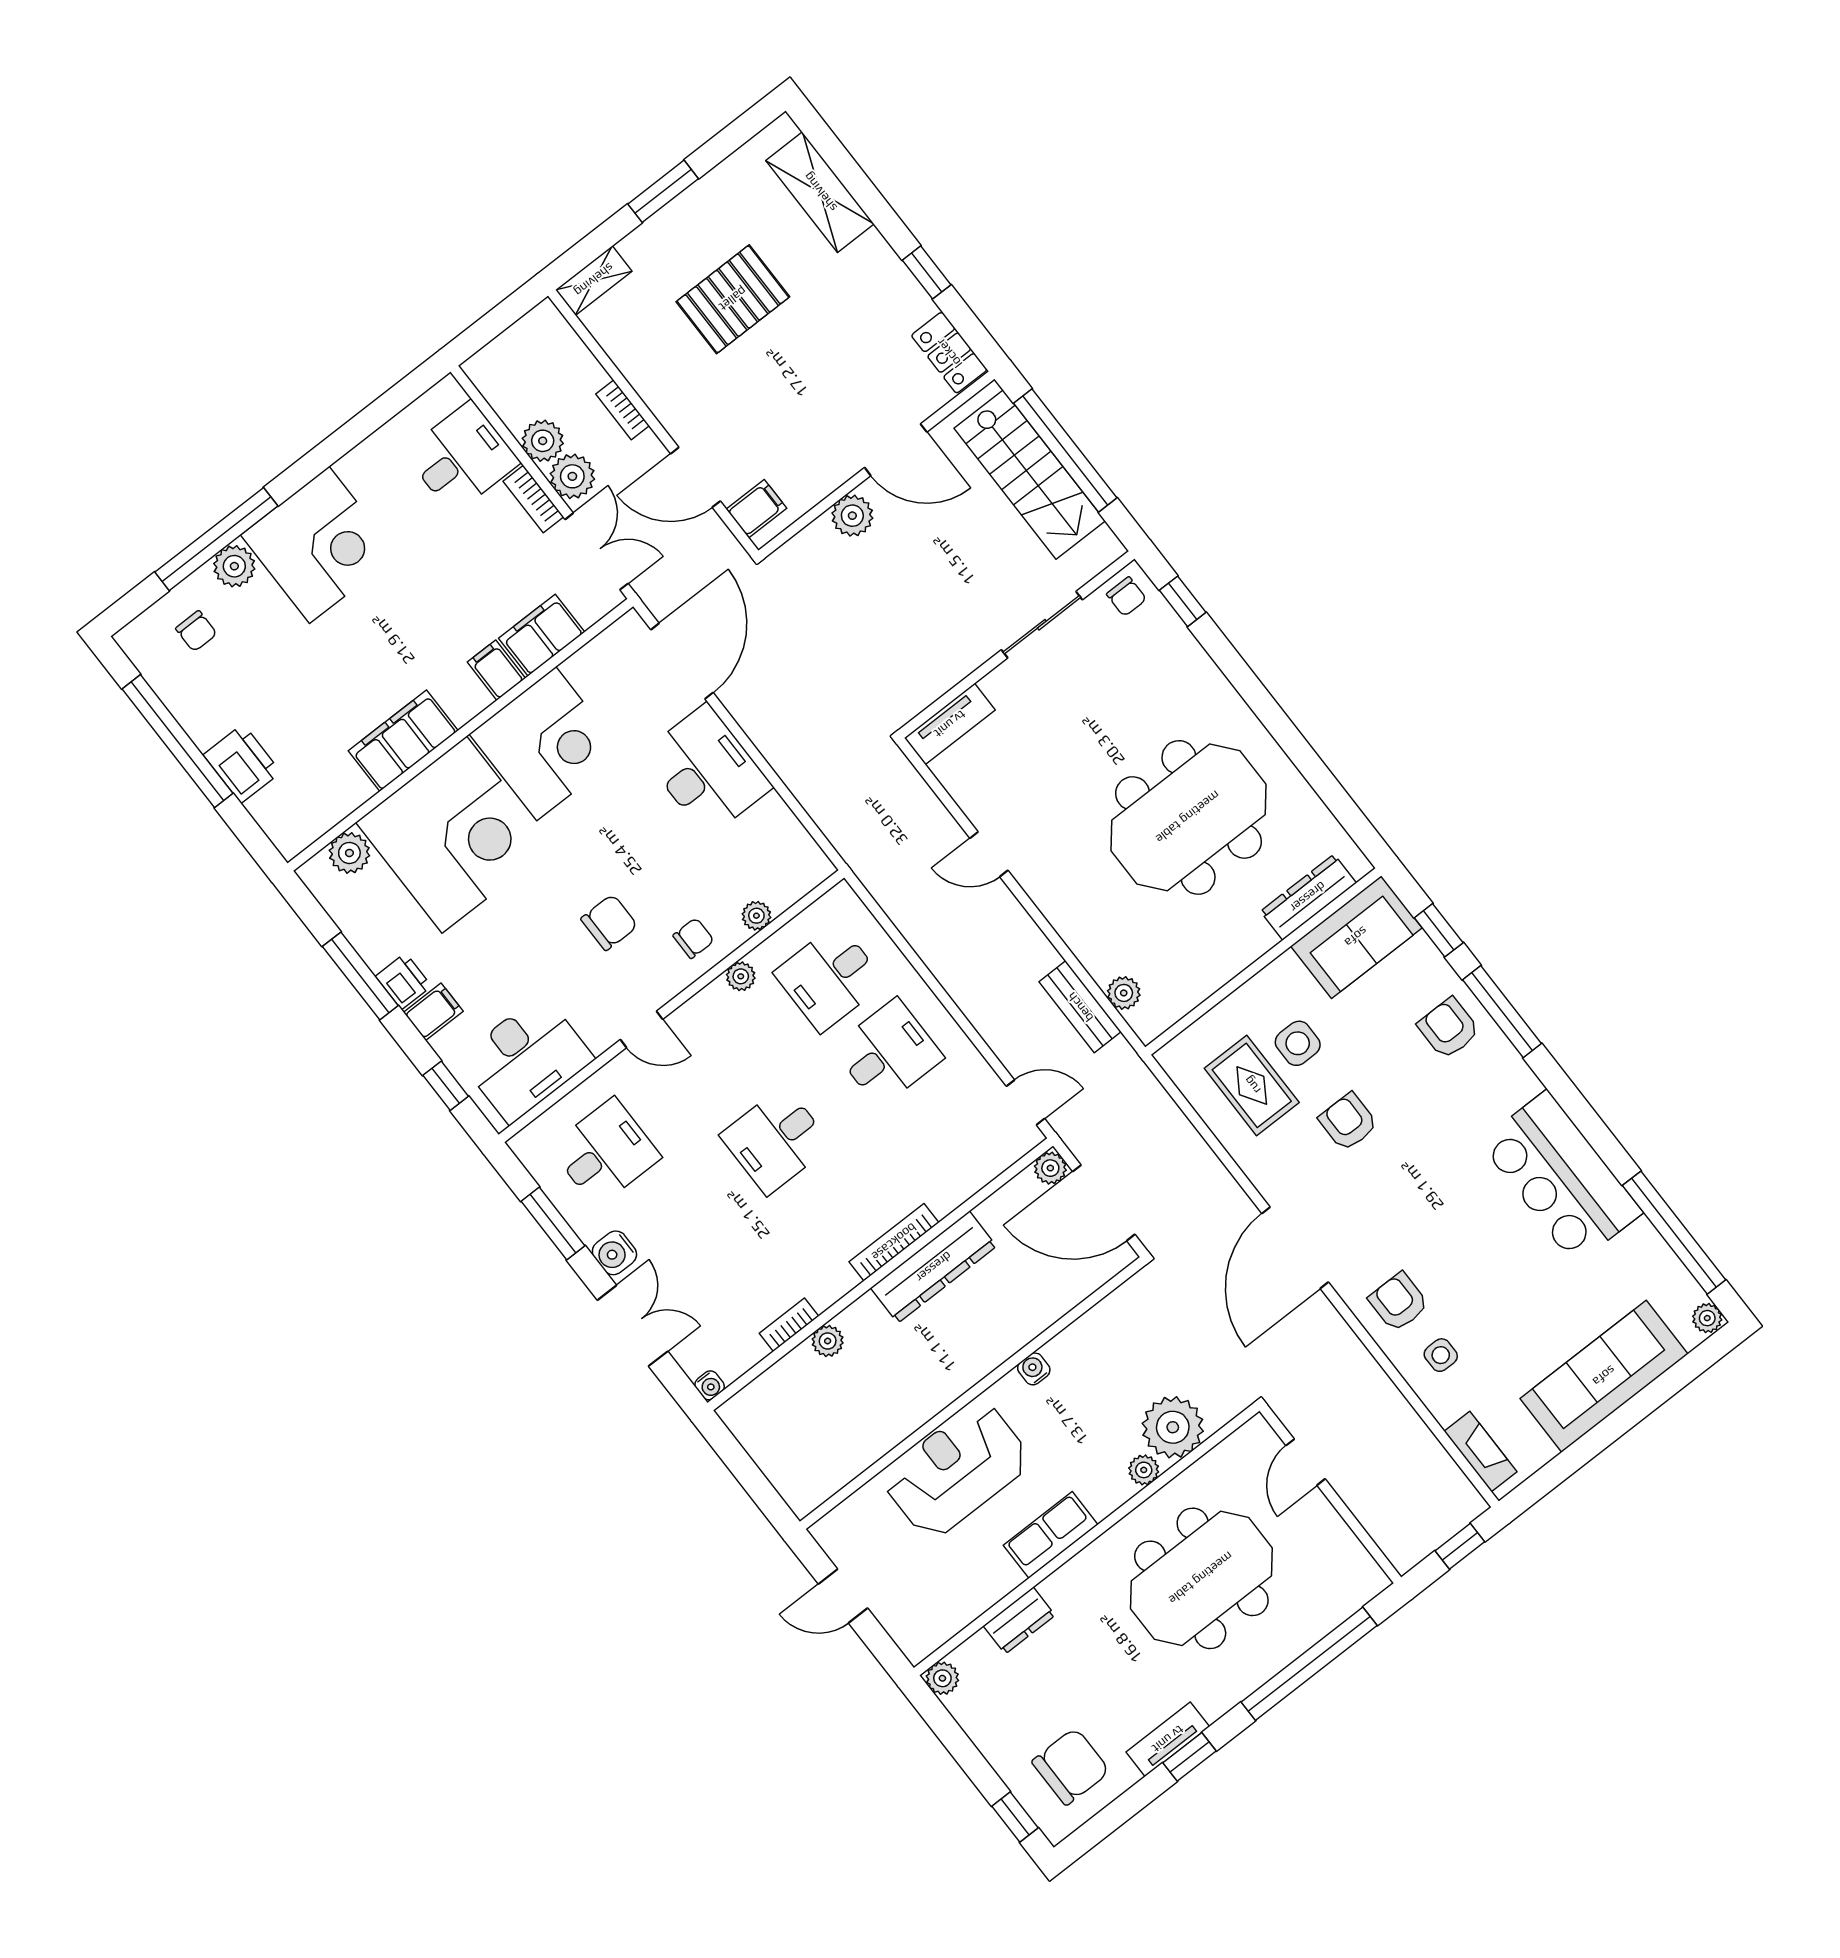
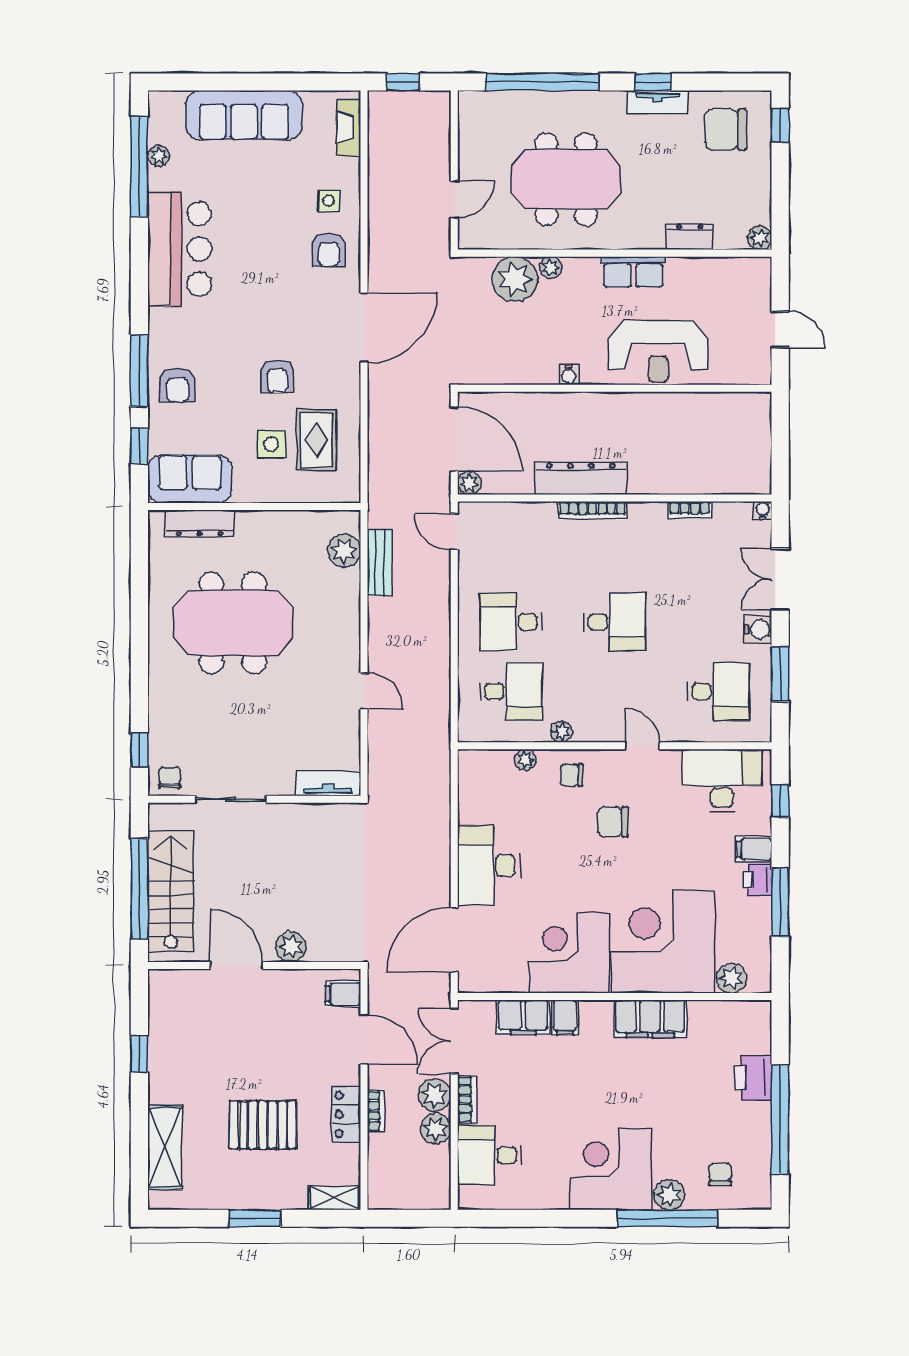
locker: (949, 353) -> (346, 1114), moved, turned 180
plant: (1124, 993) -> (344, 551), width x1.38, depth x1.38
desk: (605, 1152) -> (718, 691), turned 180
plant: (1707, 1318) -> (159, 156), moved
plant: (828, 1341) -> (675, 483), removed

